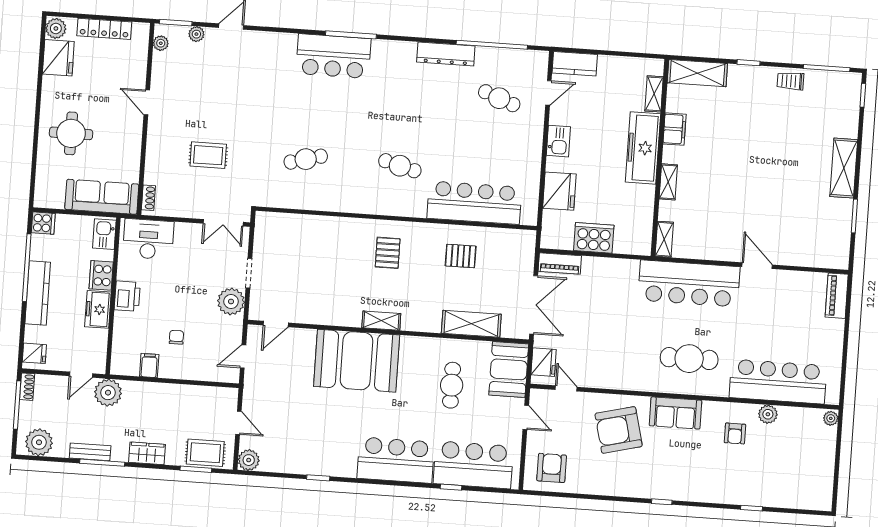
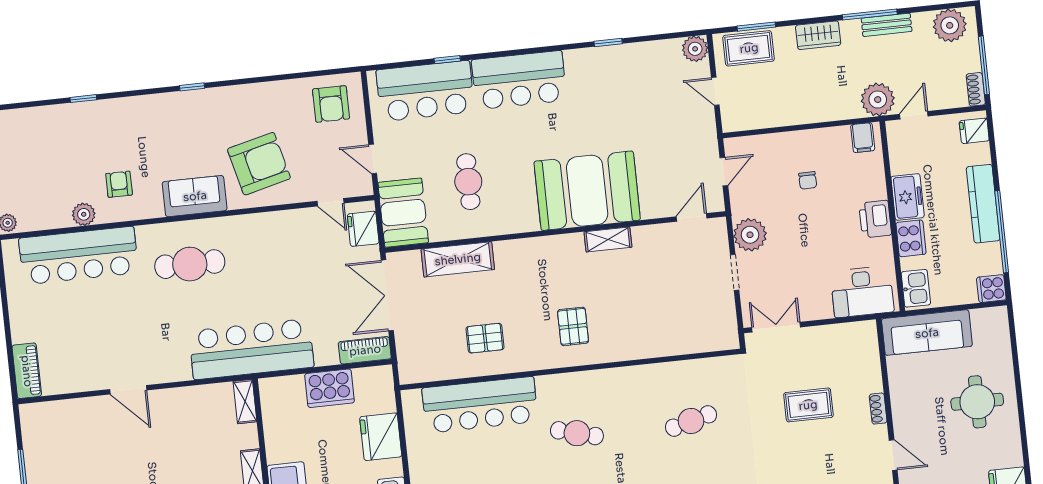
shoe rack: (148, 198) -> (878, 409), moved
bar counter: (689, 283) -> (251, 349), moved
shelving: (381, 321) -> (608, 239), moved
filing cabinet: (149, 366) -> (863, 138), moved

